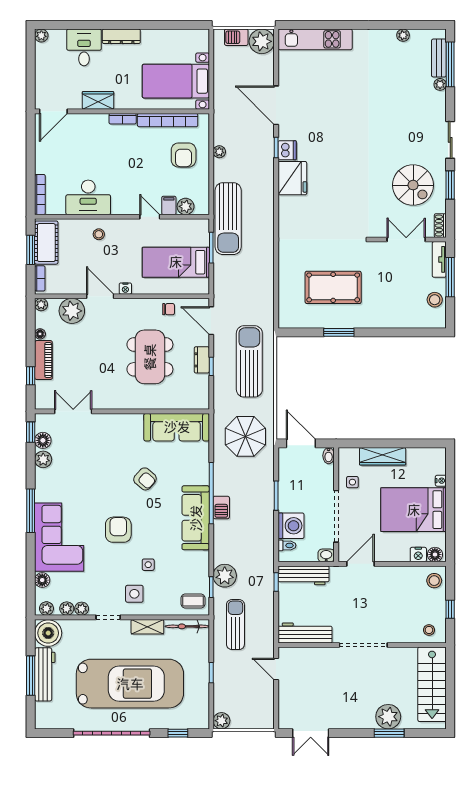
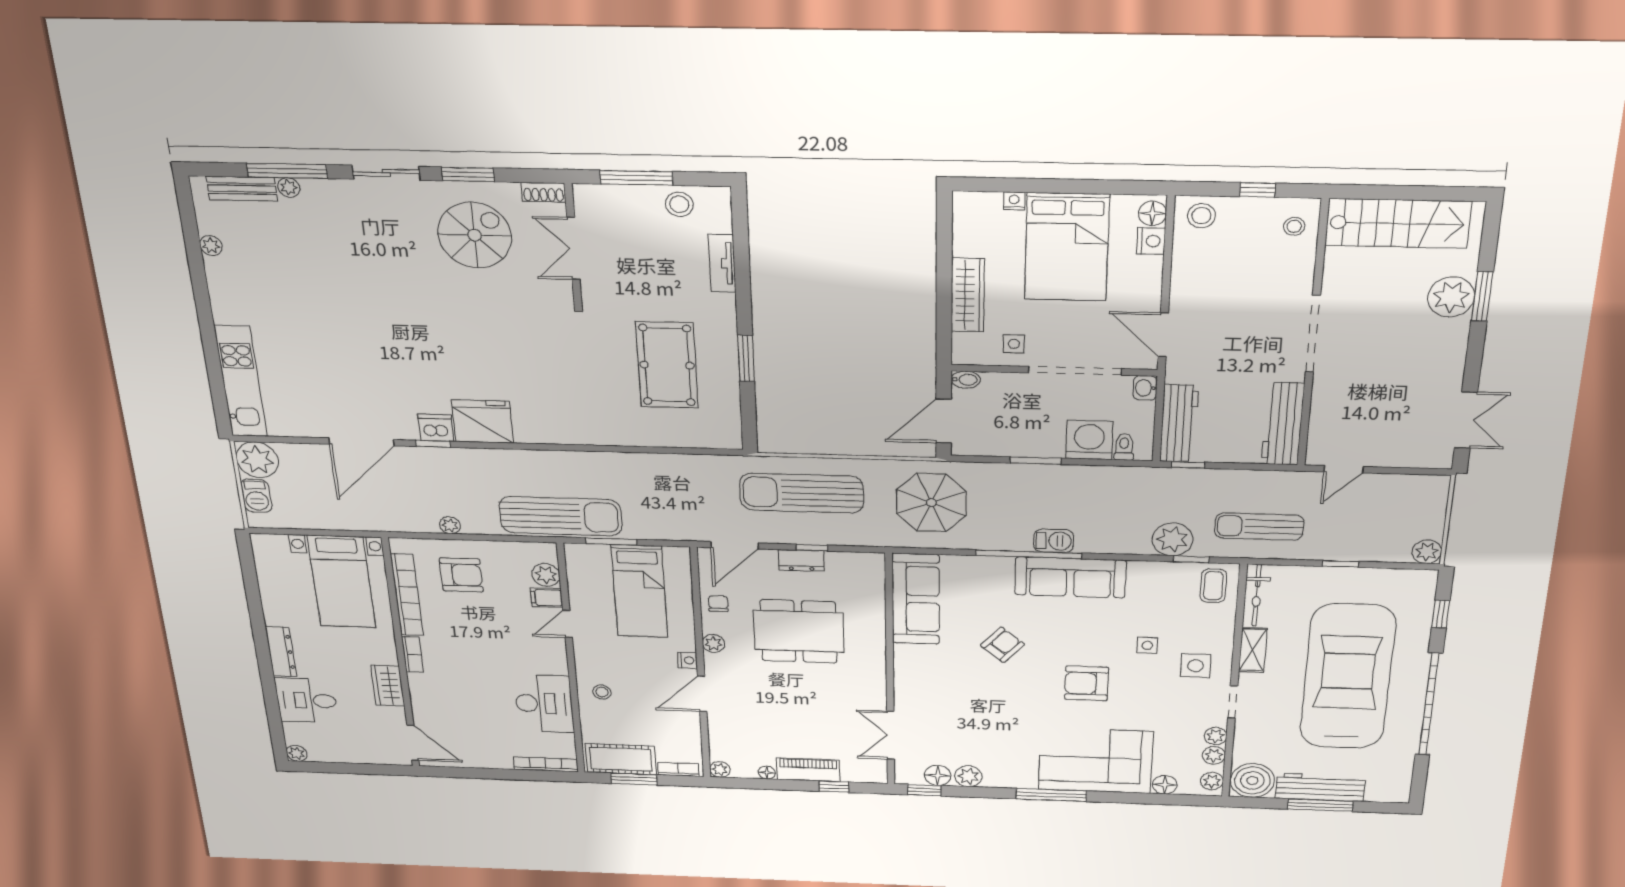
window: (450, 64) -> (287, 171), moved
tv unit: (439, 259) -> (722, 263), moved, turned 90
plant: (72, 311) -> (713, 643), moved, width x0.53, depth x0.53

